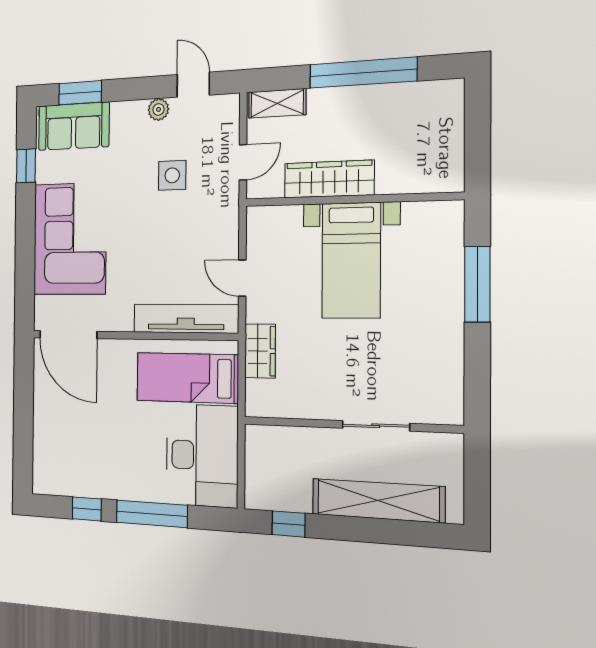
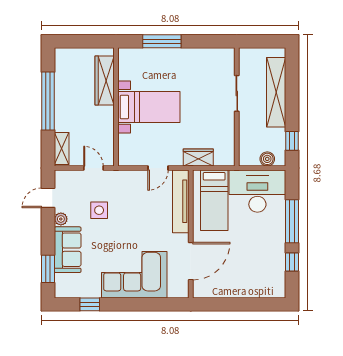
sofa: (74, 126) -> (68, 250), moved
wardrobe: (329, 179) -> (105, 81), moved
door: (68, 335) -> (191, 261), moved
boiler: (257, 476) -> (267, 159), added

